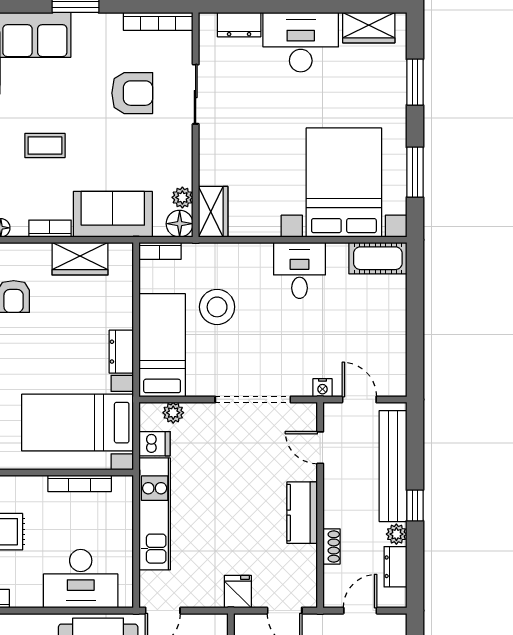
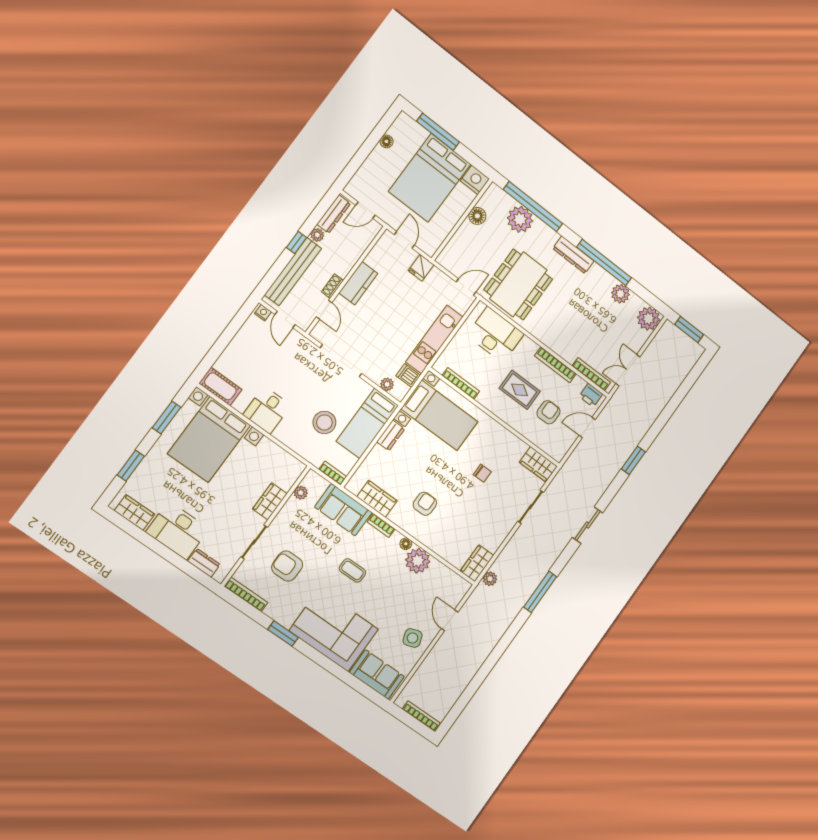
wardrobe: (213, 212) -> (270, 501), moved
floor lamp: (180, 224) -> (312, 480), removed
nightstand: (322, 388) -> (263, 313), moved
shoe rack: (331, 546) -> (332, 286), moved
dresser: (395, 567) -> (334, 214), width x1.44

